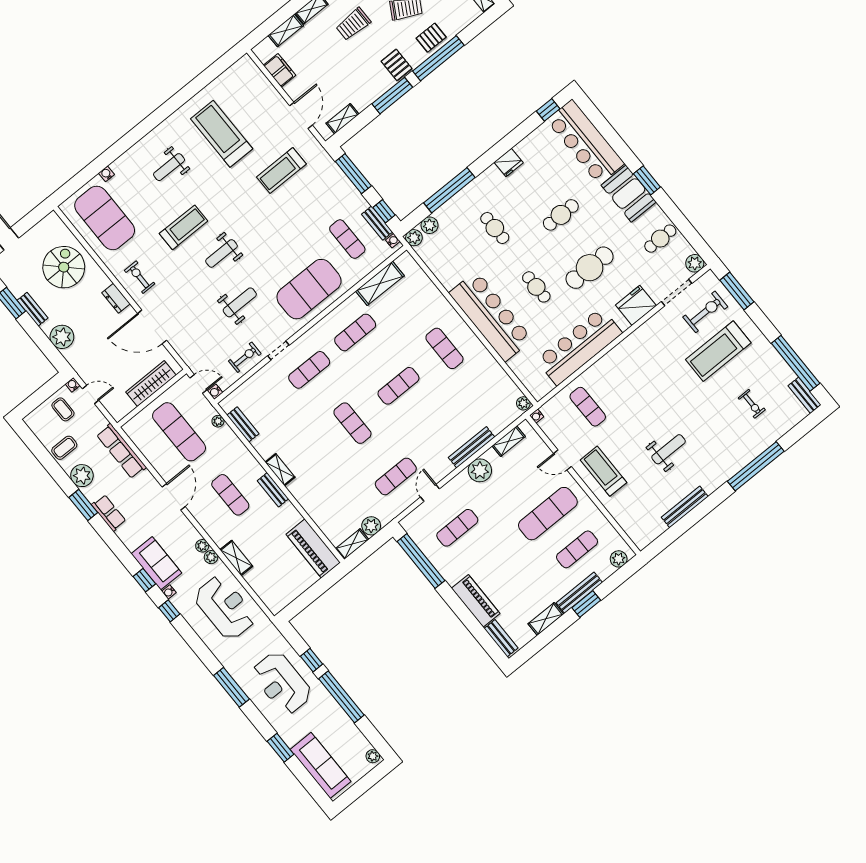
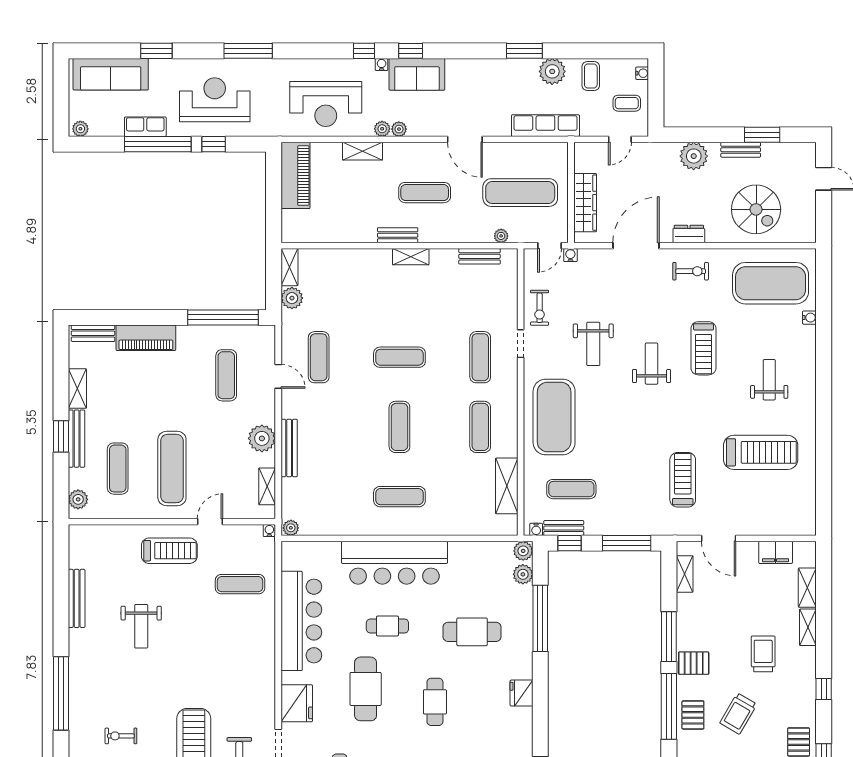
cafe table: (495, 228) -> (472, 632), width x1.37, depth x1.35
water cooler: (73, 385) -> (642, 73), moved
water cooler: (215, 392) -> (570, 255), moved
row of seats: (109, 513) -> (145, 127), moved, turned 180
piano: (313, 548) -> (296, 175), moved, turned 90

